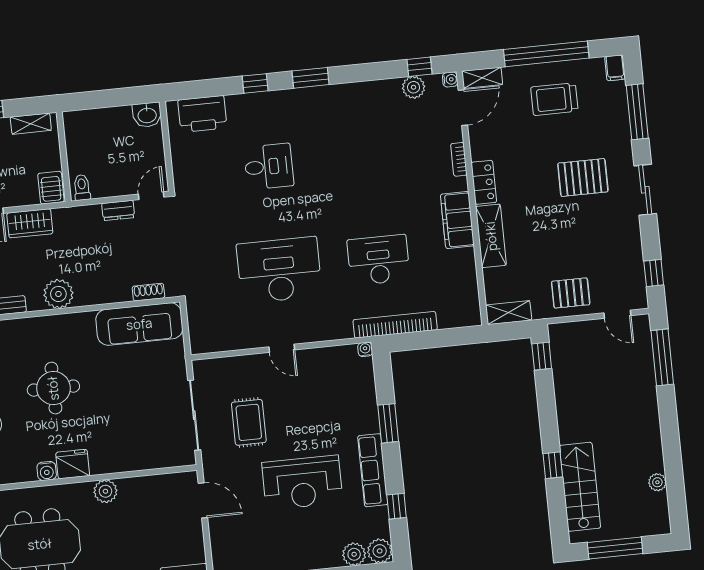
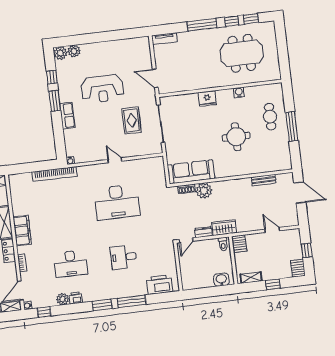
window: (255, 83) -> (132, 301), width x2.17
plant: (414, 87) -> (63, 299), moved
printer: (360, 92) -> (76, 298), added
washbasin: (147, 115) -> (221, 280), moved
wardrobe: (30, 223) -> (224, 228), moved
desk: (379, 260) -> (71, 264), moved
plant: (58, 294) -> (204, 191), moved
window: (388, 423) -> (55, 101), moved
fridge: (73, 464) -> (207, 99), moved
row of seats: (373, 470) -> (67, 116), moved, width x0.68
reception desk: (302, 483) -> (102, 89), turned 180
plant: (105, 491) -> (207, 82), removed

